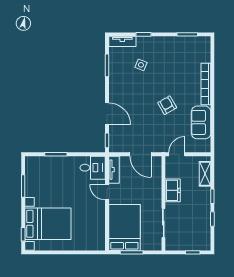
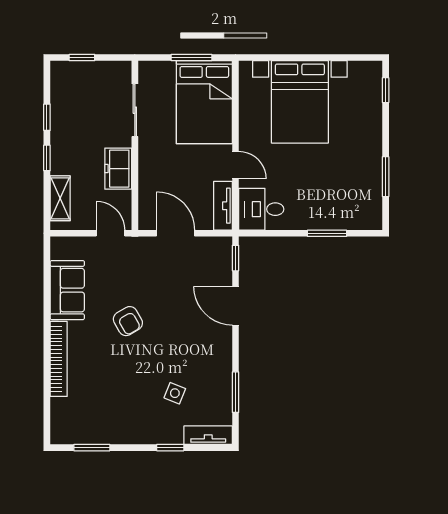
door: (177, 154) -> (110, 233), swing flipped
bed with nightstands: (48, 224) -> (300, 102), moved, turned -90

